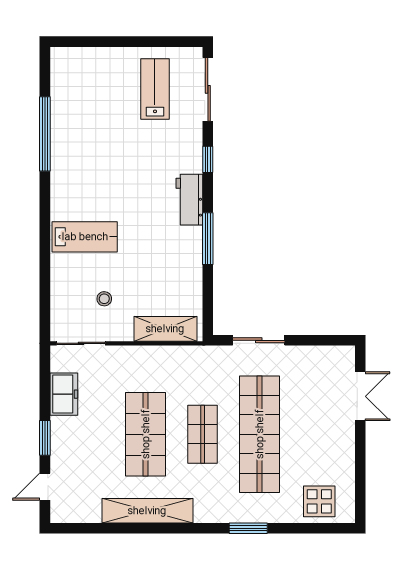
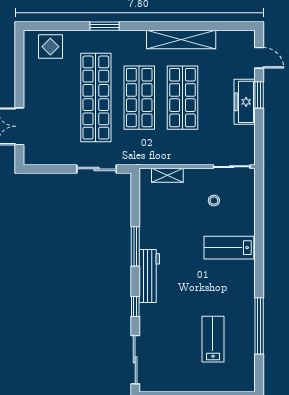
lab bench: (155, 89) -> (213, 339), moved, turned 180
workbench: (189, 200) -> (149, 276), width x1.38
shelving: (165, 329) -> (167, 175), width x0.67, depth x0.75
freezer: (64, 394) -> (245, 102), moved, width x1.40
shop shelf: (203, 434) -> (139, 98), width x1.43, depth x1.36
door: (45, 487) -> (259, 58), hinge flipped

